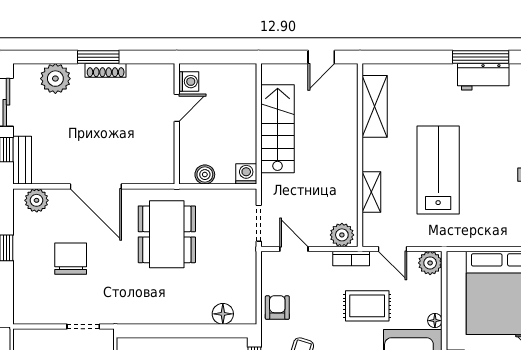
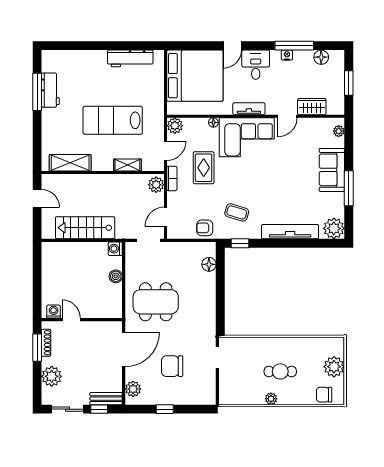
washing machine: (189, 82) -> (54, 312), moved
door: (177, 108) -> (71, 320), moved
wall: (177, 124) -> (82, 320), moved

